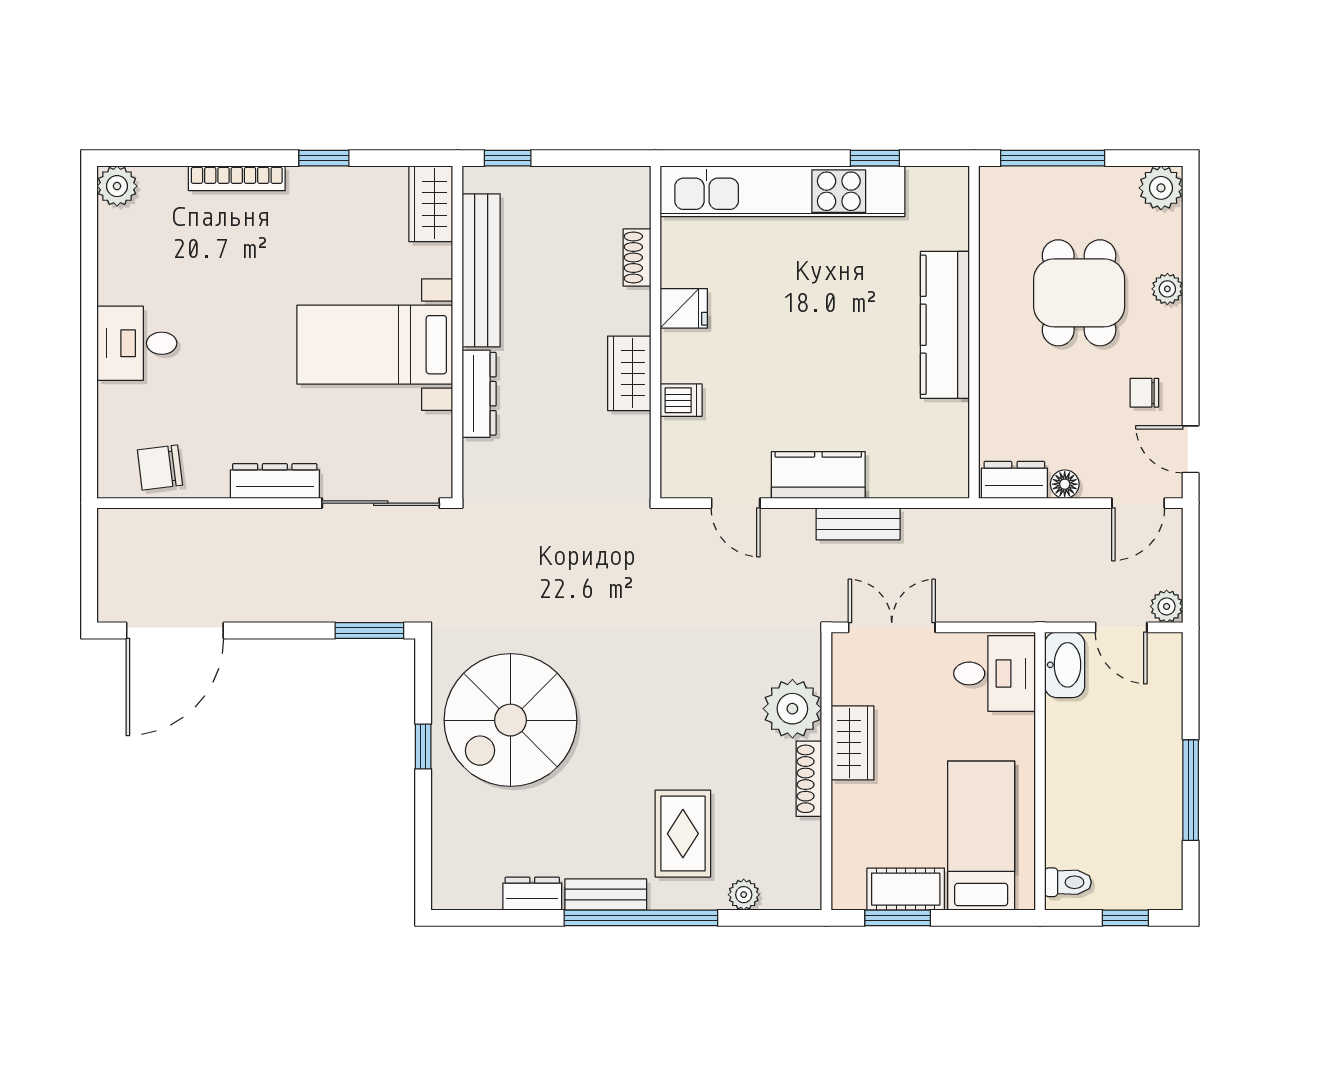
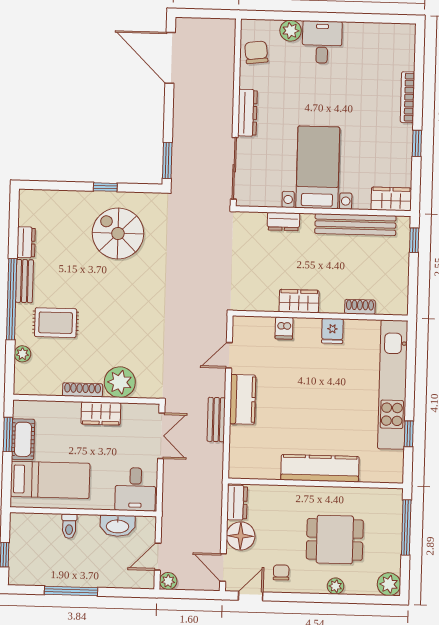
plant: (117, 186) -> (291, 31), moved
dresser: (479, 394) -> (283, 222), width x0.70
floor lamp: (1065, 484) -> (241, 536), width x1.89, depth x1.89
washbasin: (1065, 665) -> (118, 526), moved
spiral stairs: (511, 720) -> (118, 233), width x0.73, depth x0.73
toilet: (1068, 882) -> (69, 526), moved

